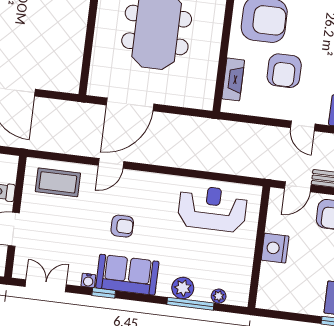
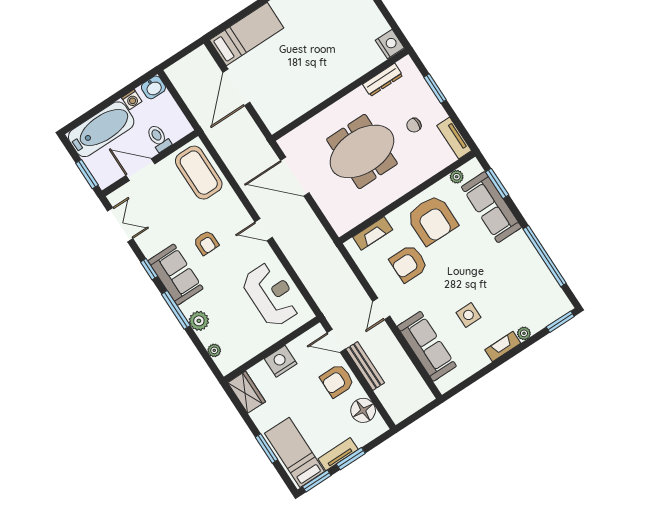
door: (111, 163) -> (264, 230), moved
coffee table: (58, 182) -> (199, 173), width x1.36, depth x1.32
water cooler: (88, 280) -> (149, 251), removed
wardrobe: (277, 299) -> (247, 392), added
window: (190, 304) -> (176, 310), moved

